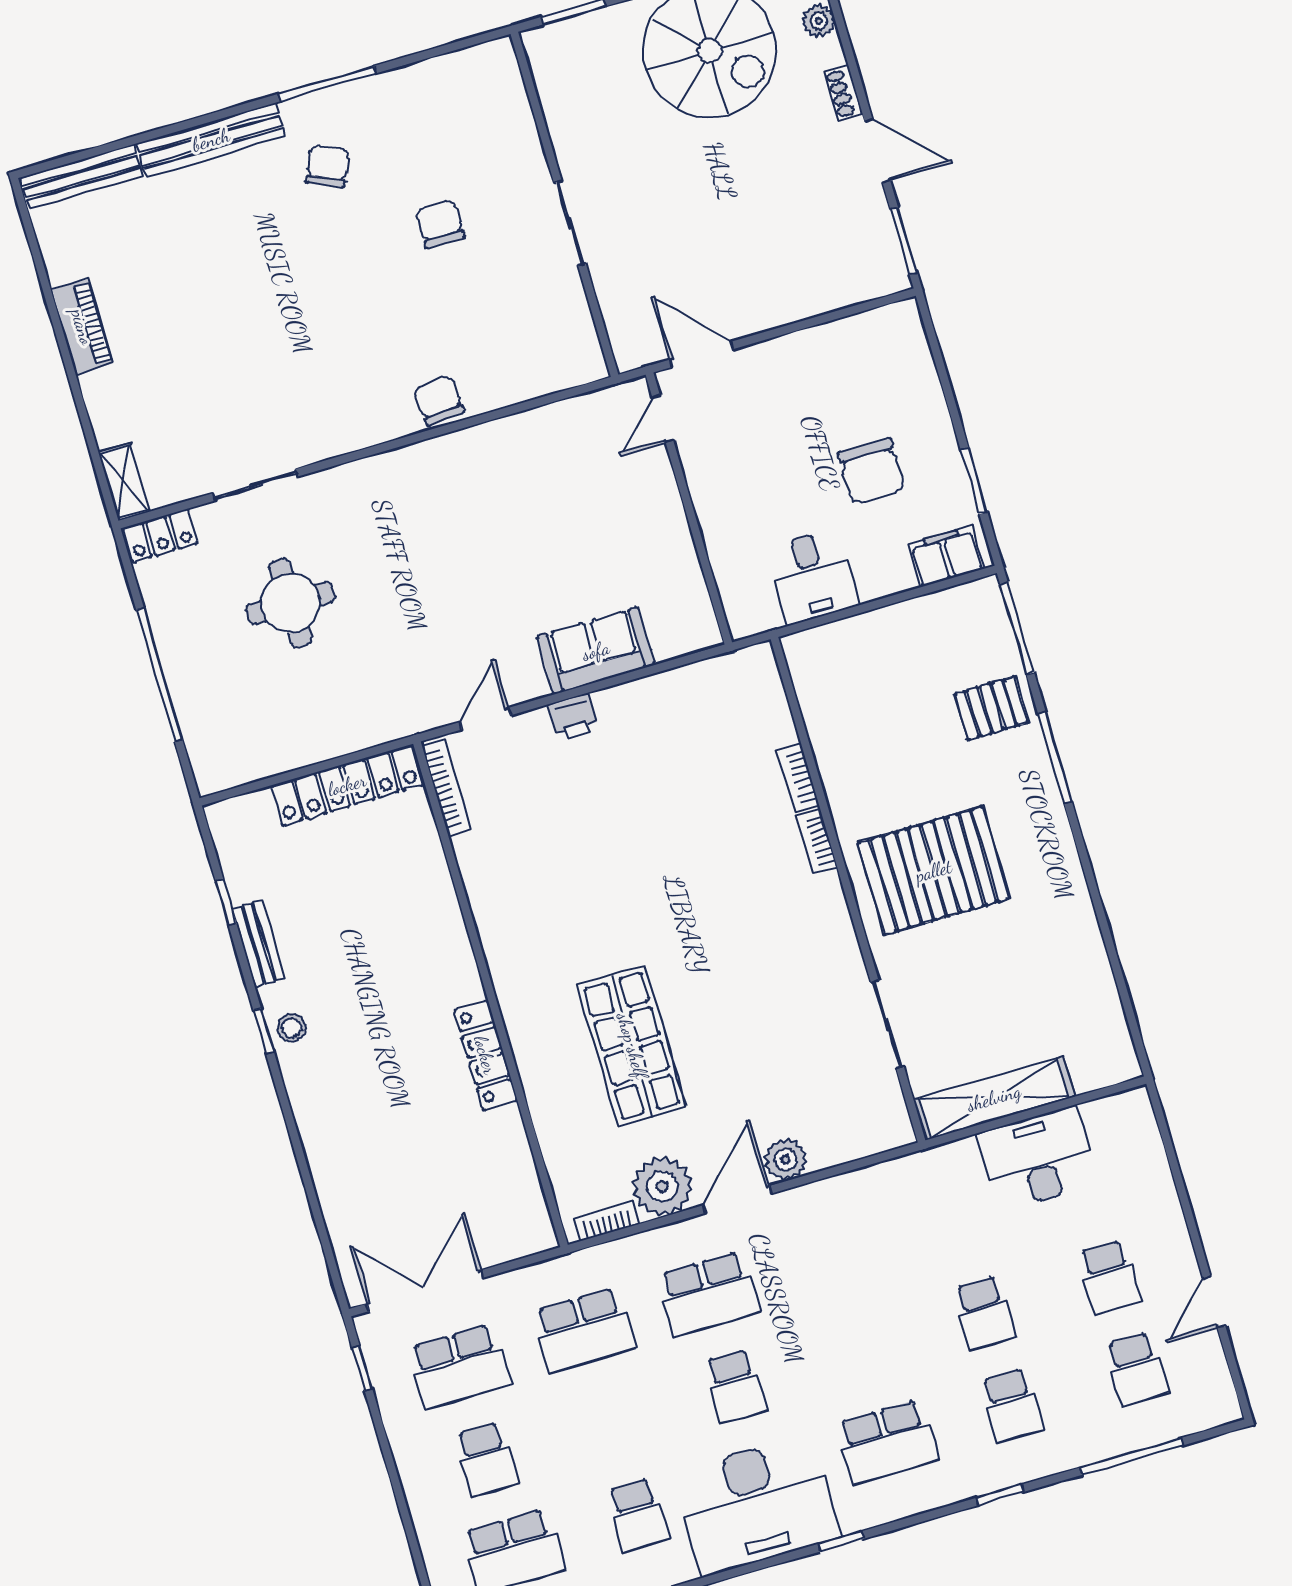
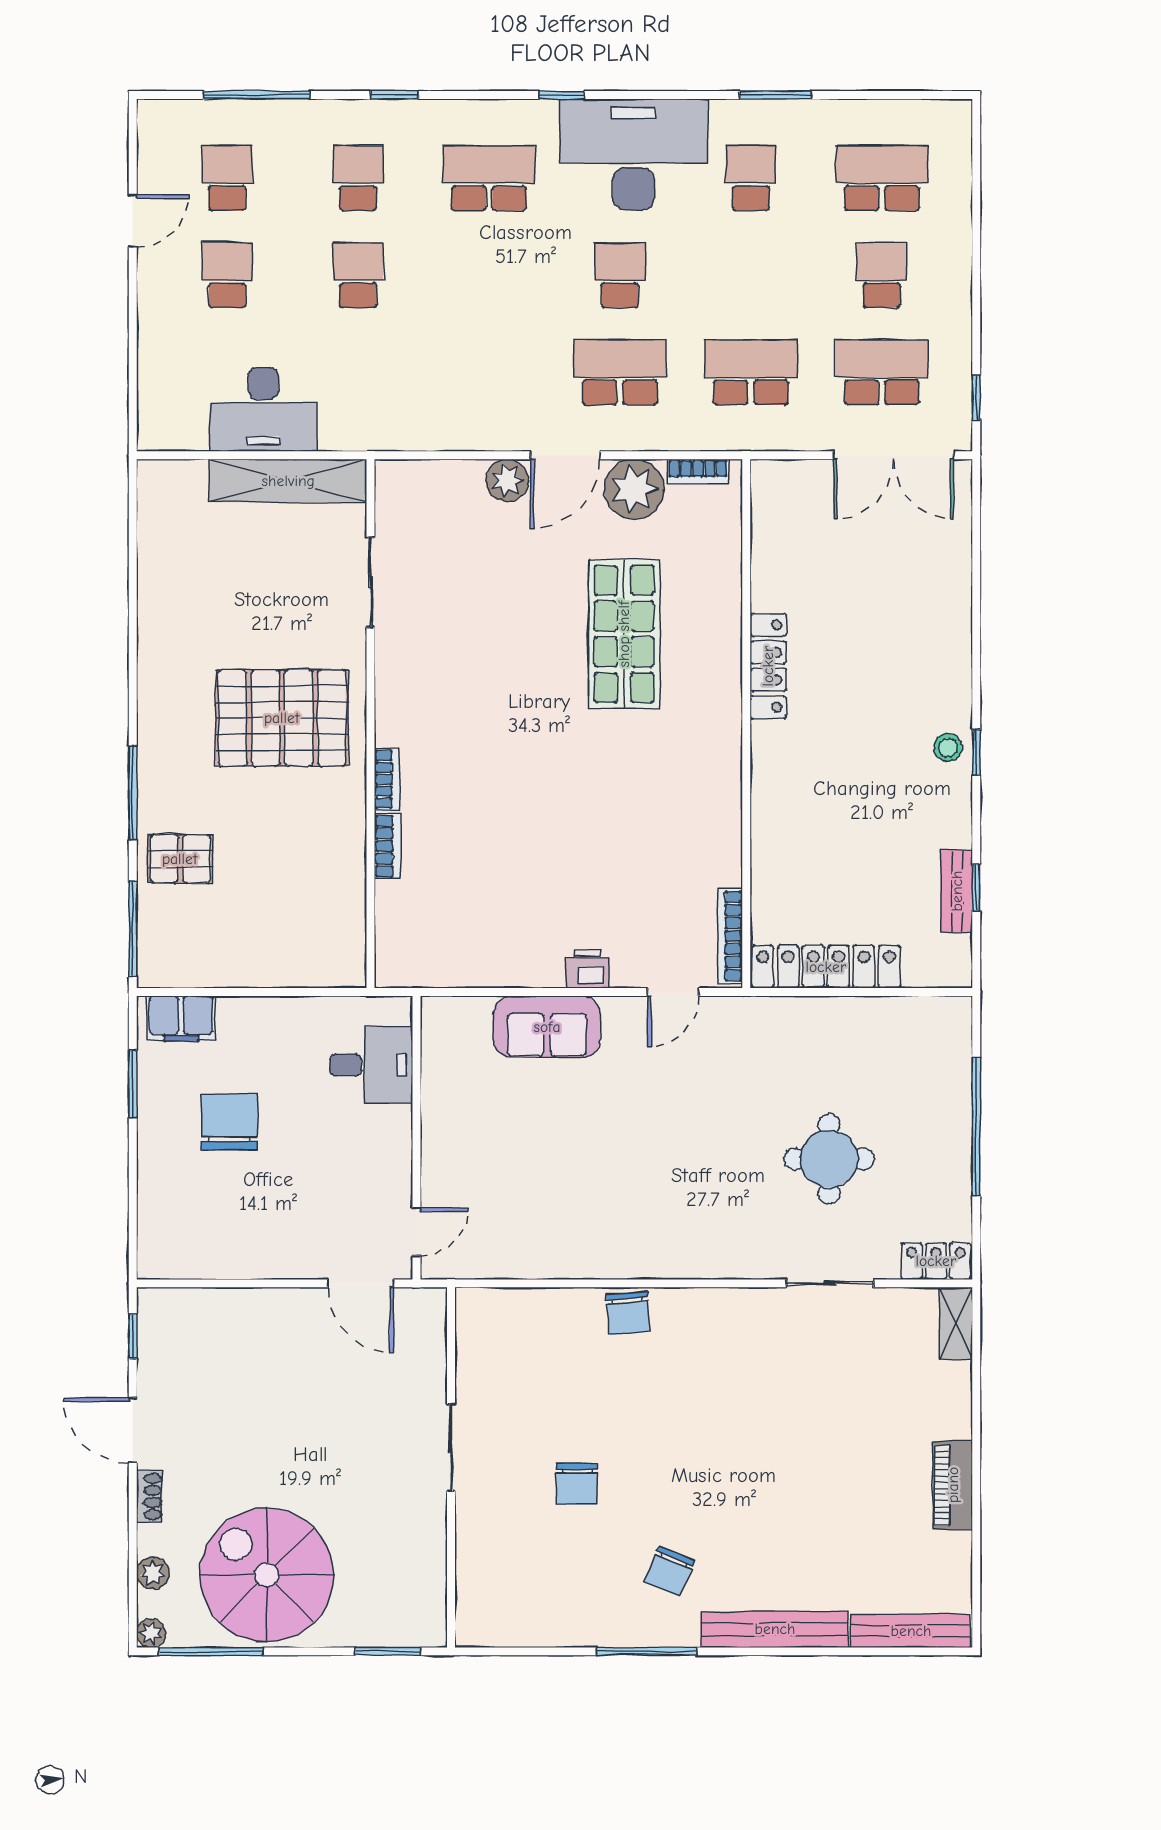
window: (904, 241) -> (133, 1336), width x0.67
desk: (812, 576) -> (371, 1065), moved, turned 90
bench: (258, 944) -> (957, 891), moved

